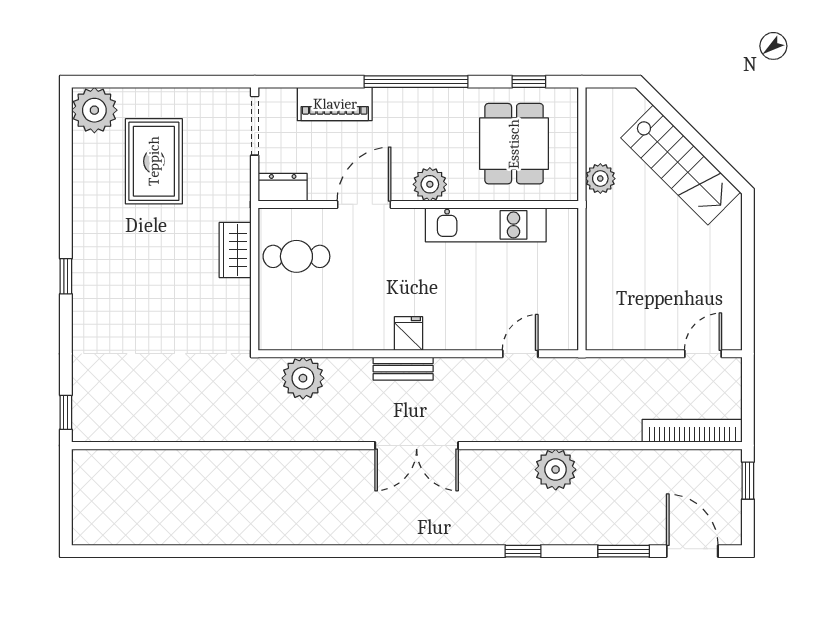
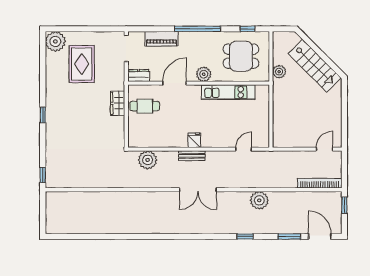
dining table: (514, 144) -> (241, 56), turned 90

